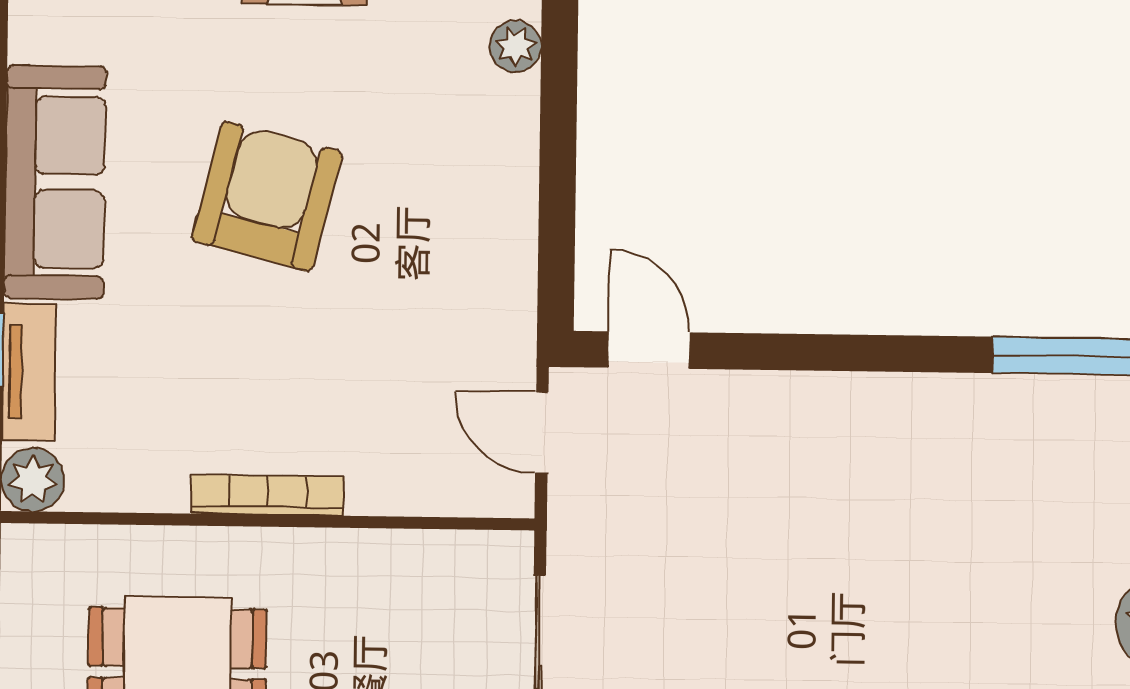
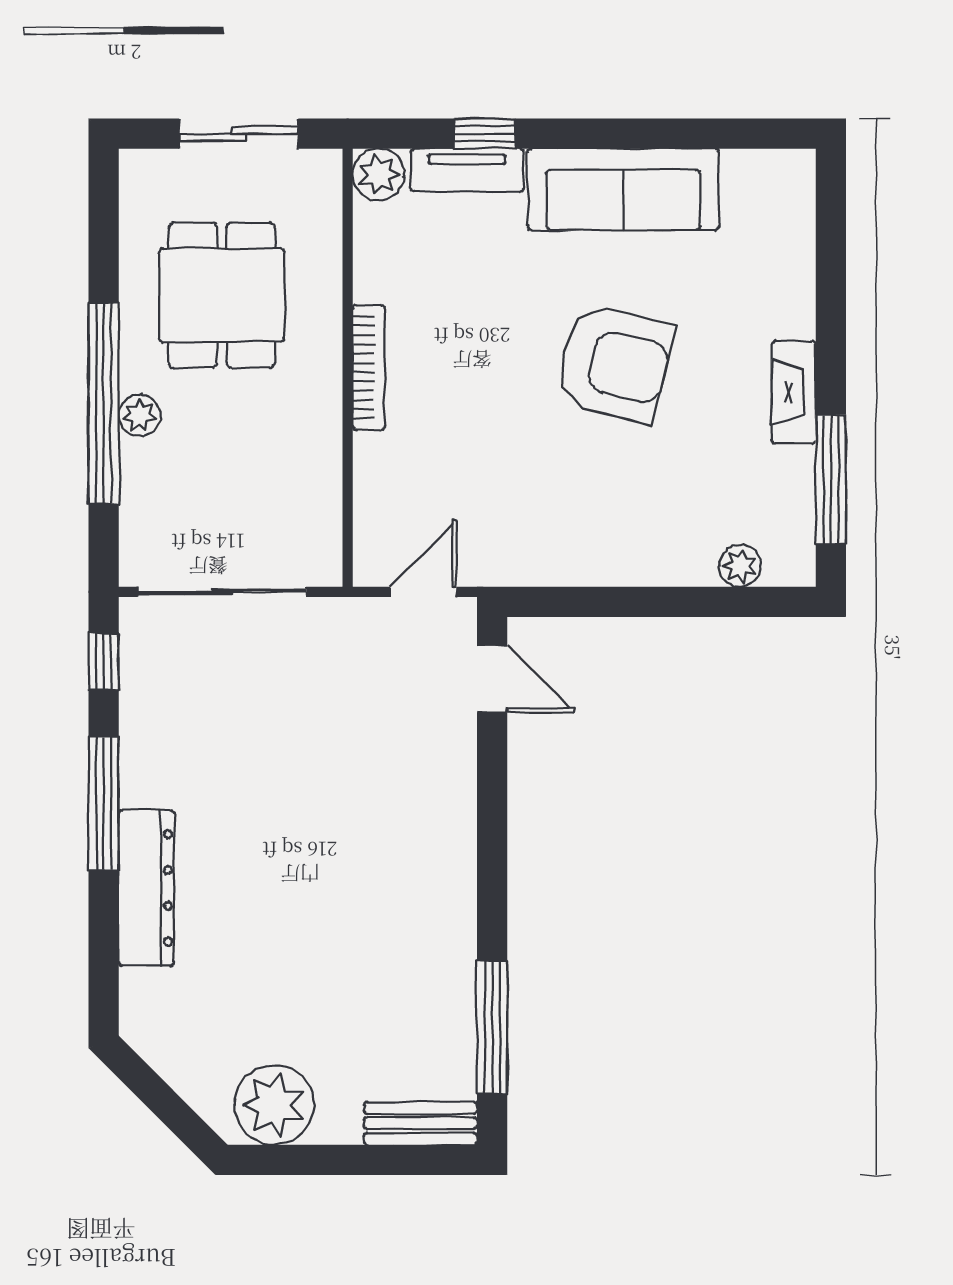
door: (649, 350) -> (492, 679), hinge flipped

